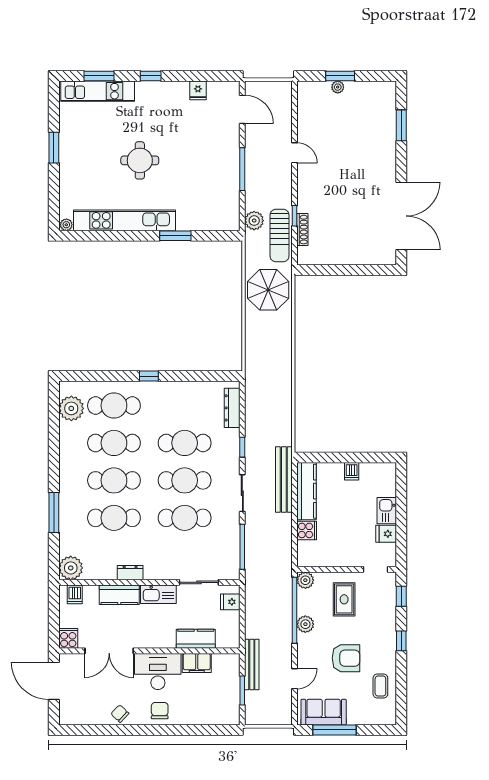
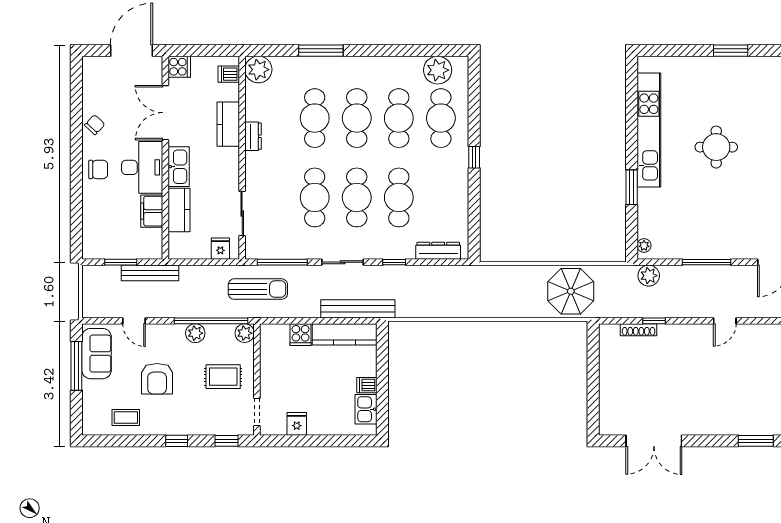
double door: (401, 216) -> (654, 441), width x0.73
plant: (66, 225) -> (644, 246), moved
sun lounger: (280, 235) -> (258, 289), moved, turned 180
kitchen sink: (387, 511) -> (366, 409), moved, turned -90
kitchen sink: (158, 594) -> (179, 167), moved, turned 180

